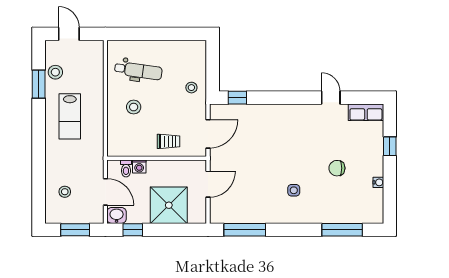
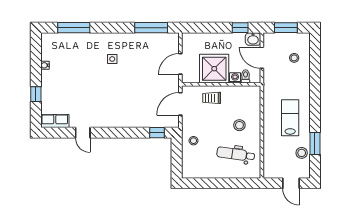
chair: (337, 168) -> (78, 77), removed
shower: (169, 205) -> (214, 69), moved

